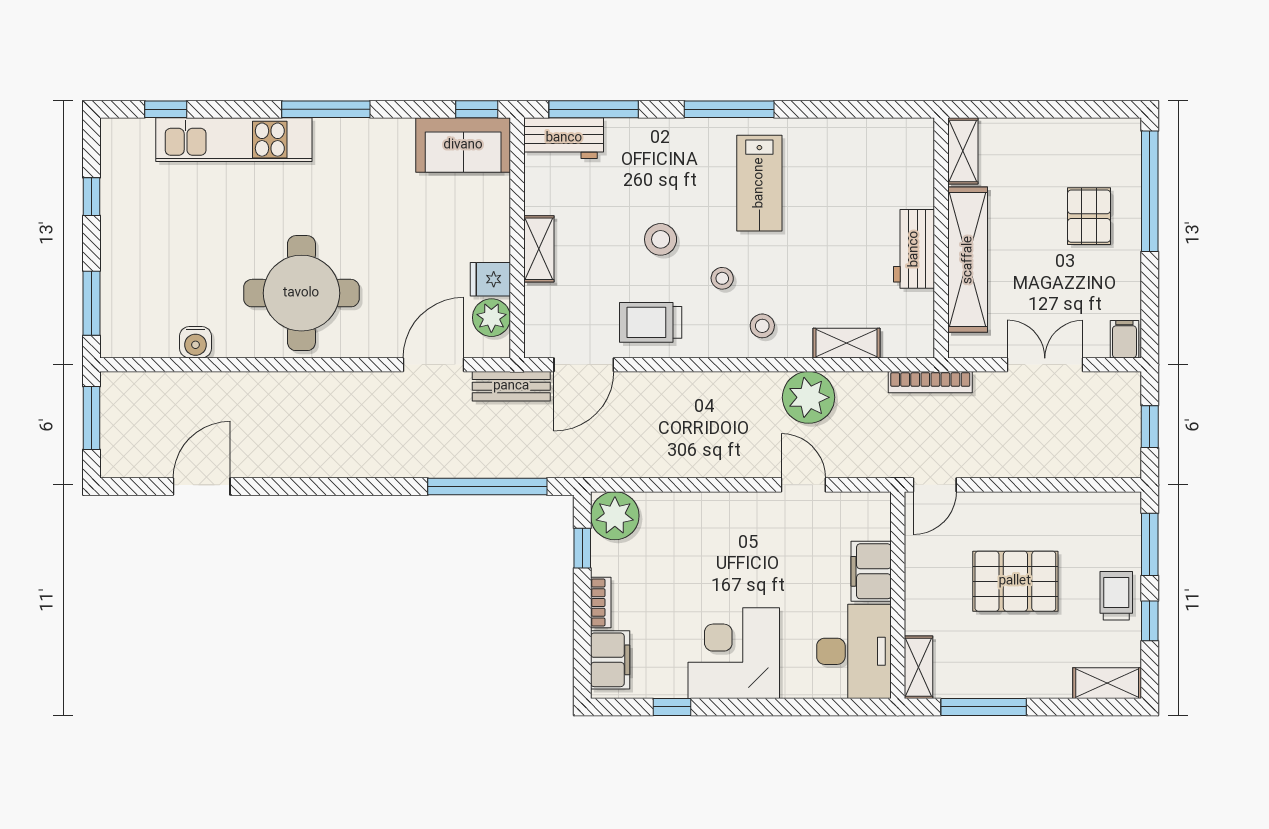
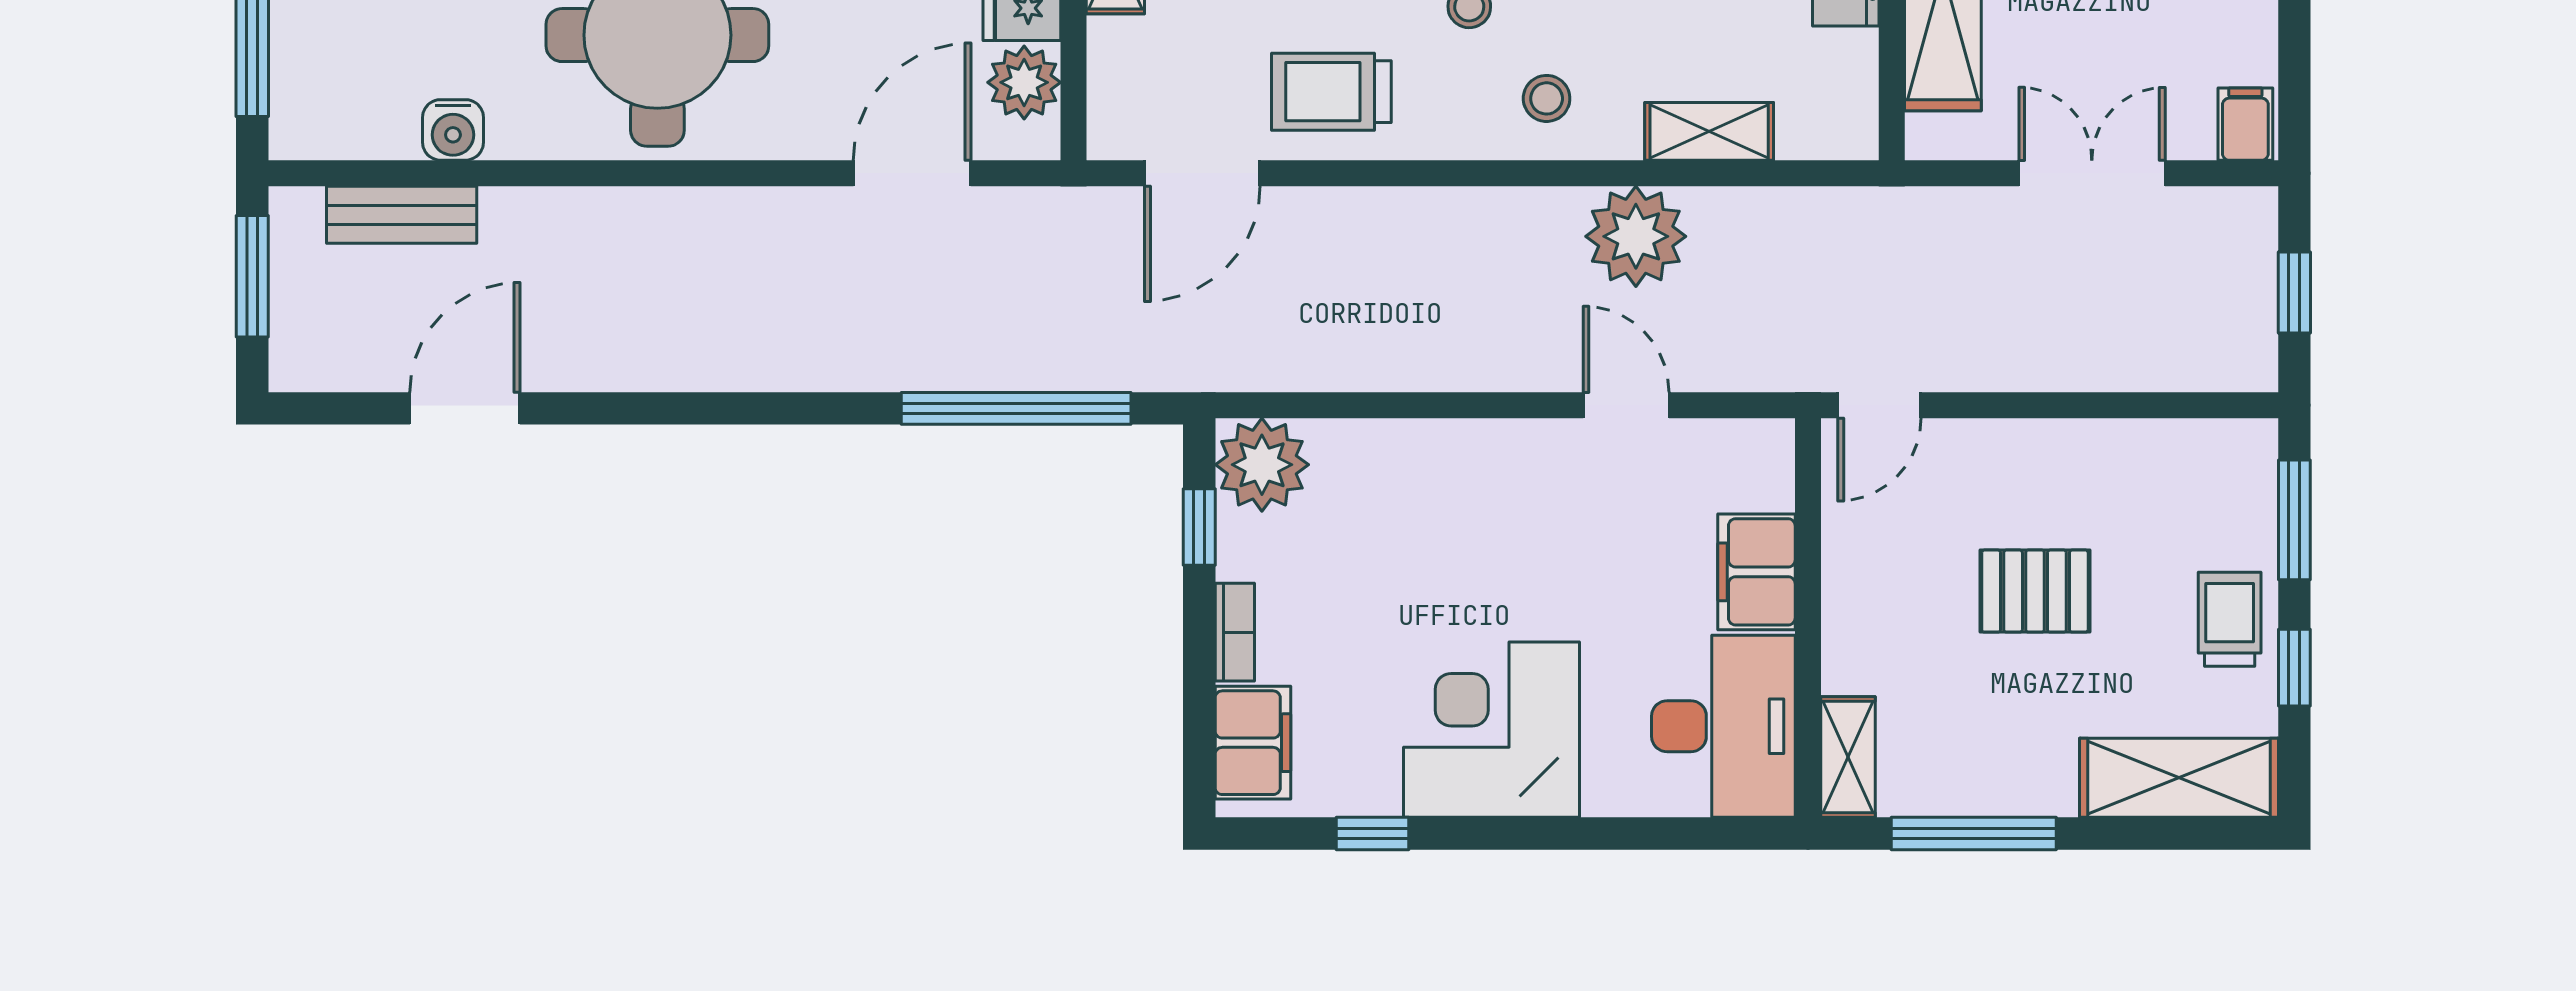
bookcase: (930, 382) -> (1871, 207), removed
bench: (511, 386) -> (402, 215), moved
pallet: (1015, 581) -> (2035, 591), width x0.67, depth x0.71
shelving: (1107, 683) -> (2179, 778), width x1.50, depth x1.33

